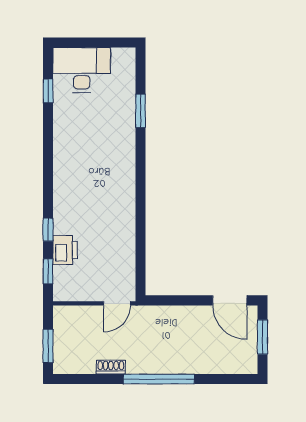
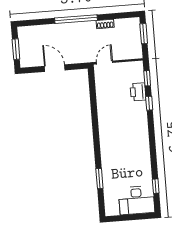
door: (230, 300) -> (55, 68), moved

